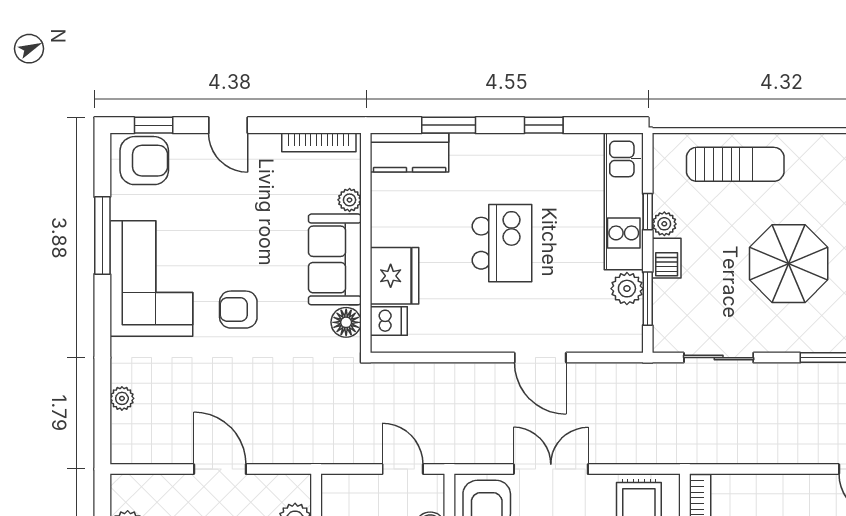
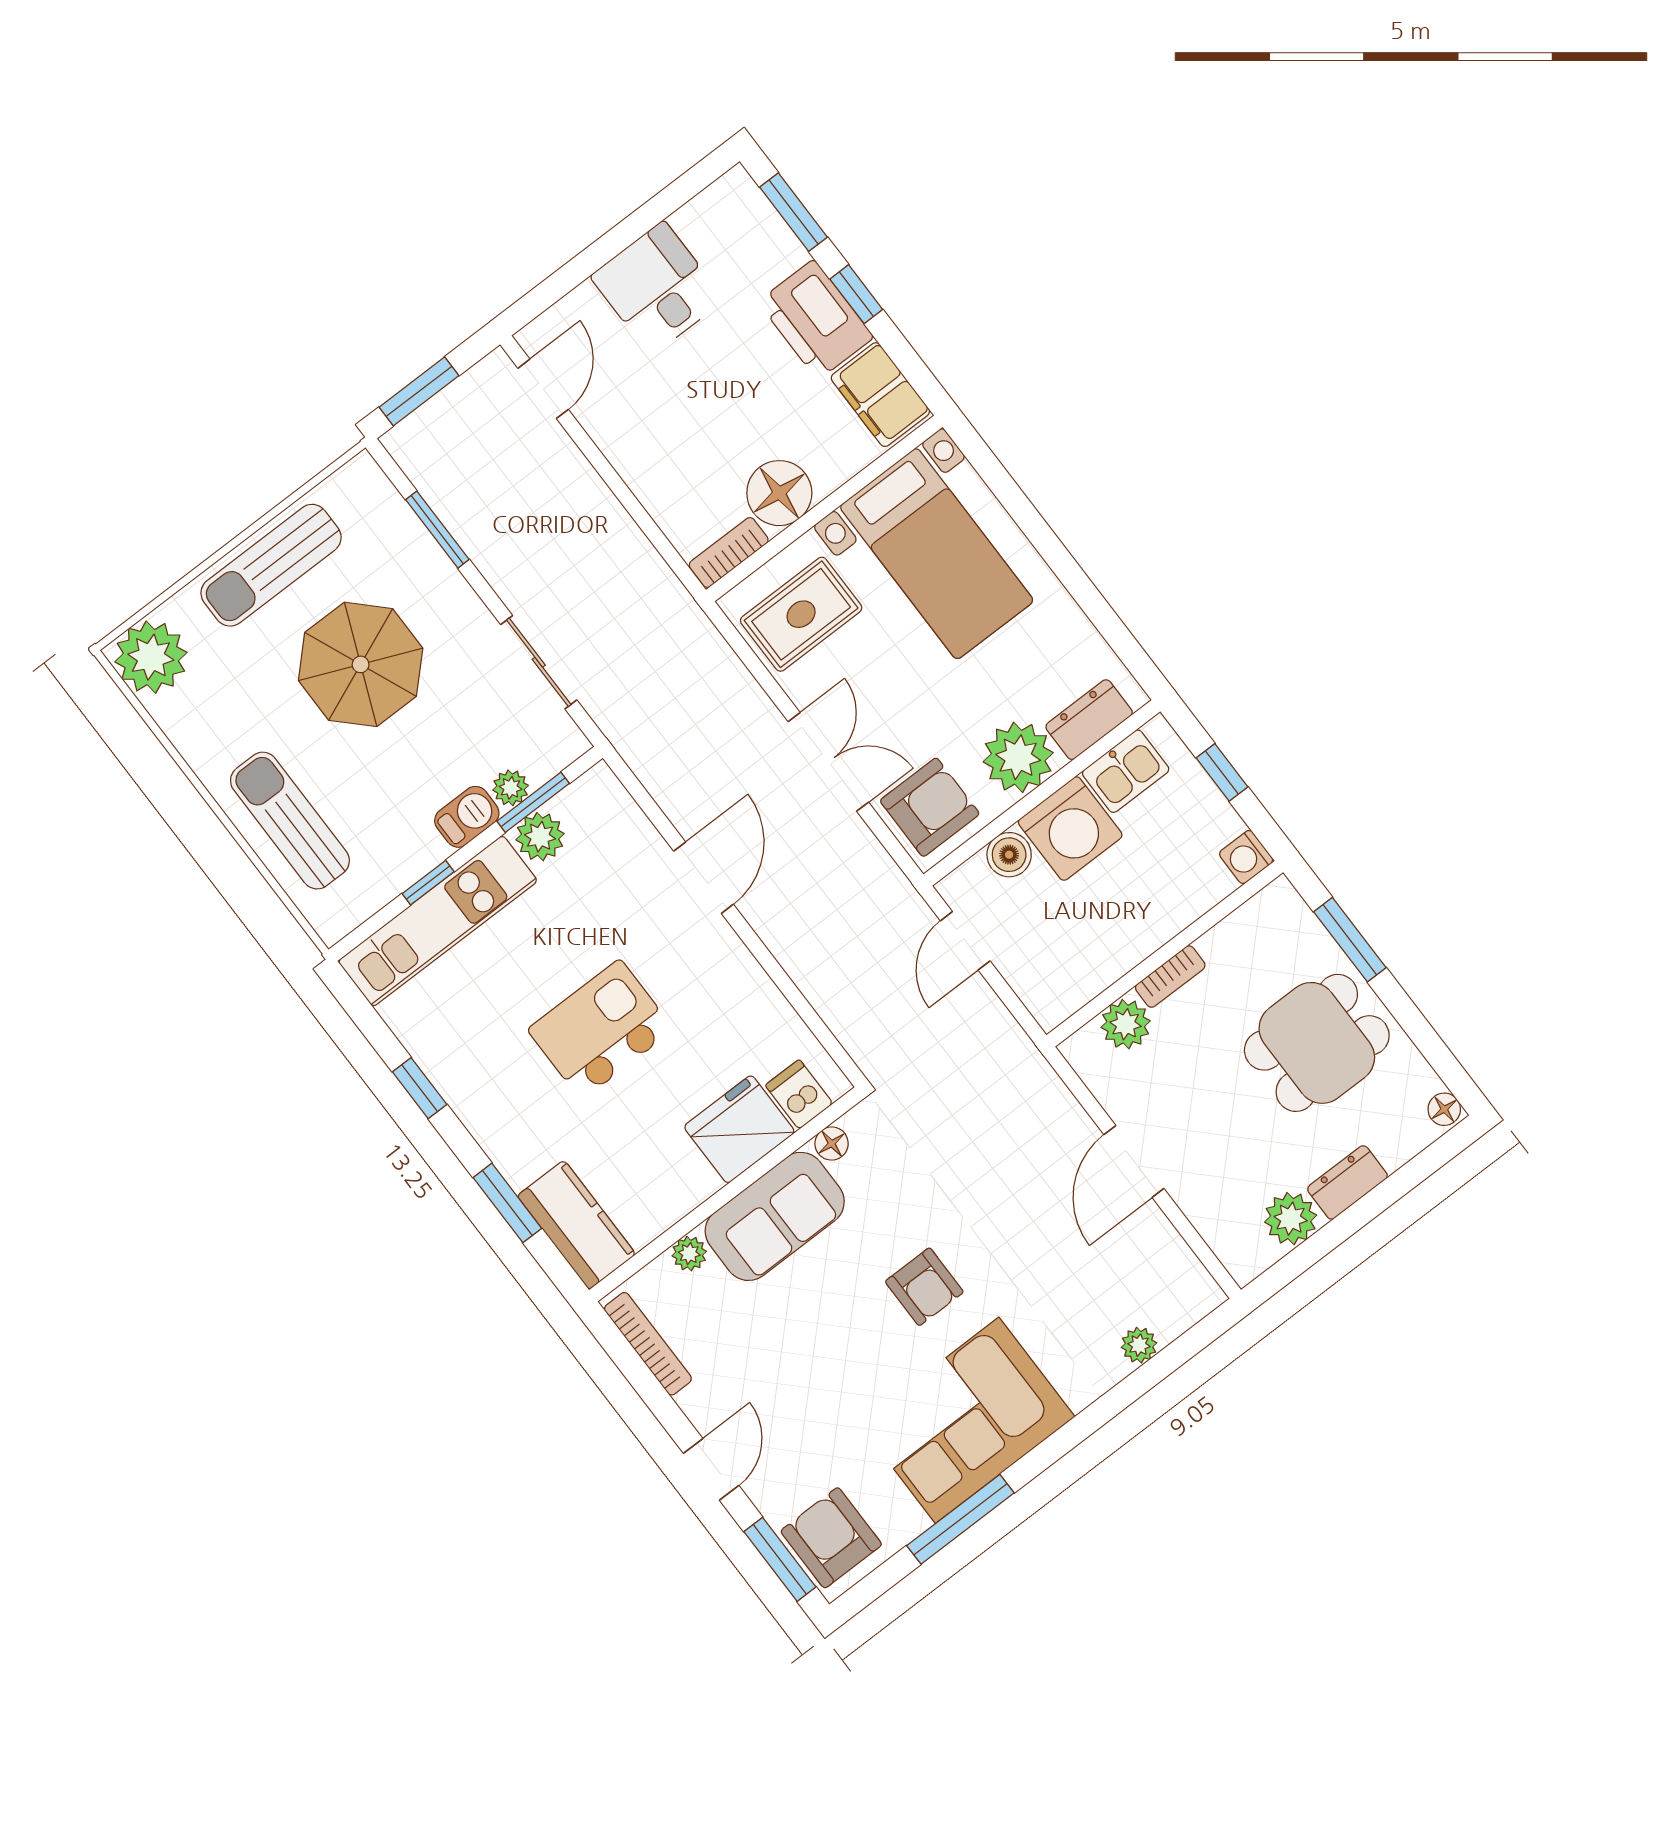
window: (154, 125) -> (780, 1559), width x1.50
plant: (664, 224) -> (511, 788), moved
floor lamp: (346, 322) -> (832, 1144), width x0.73, depth x0.73
double door: (551, 469) -> (828, 762), swing flipped

